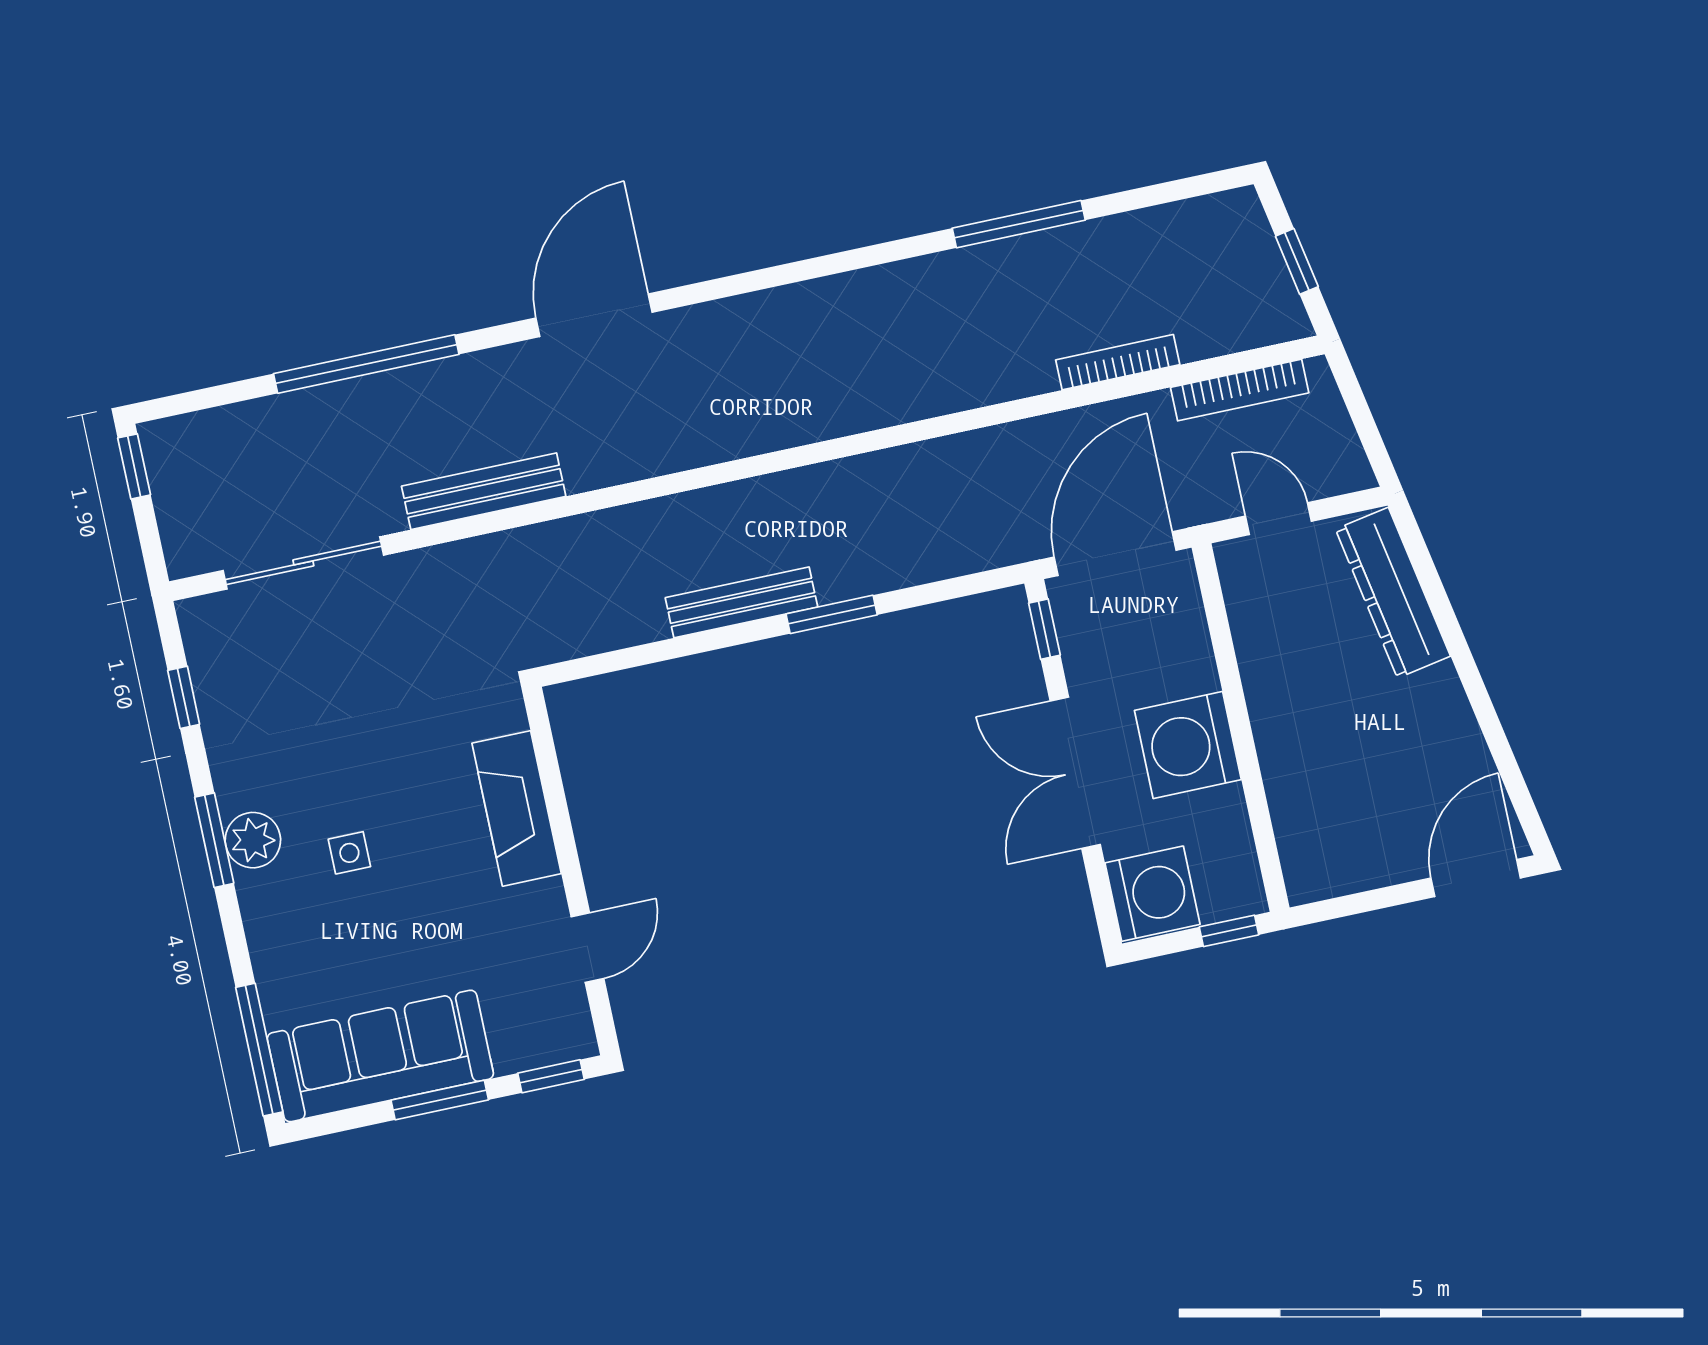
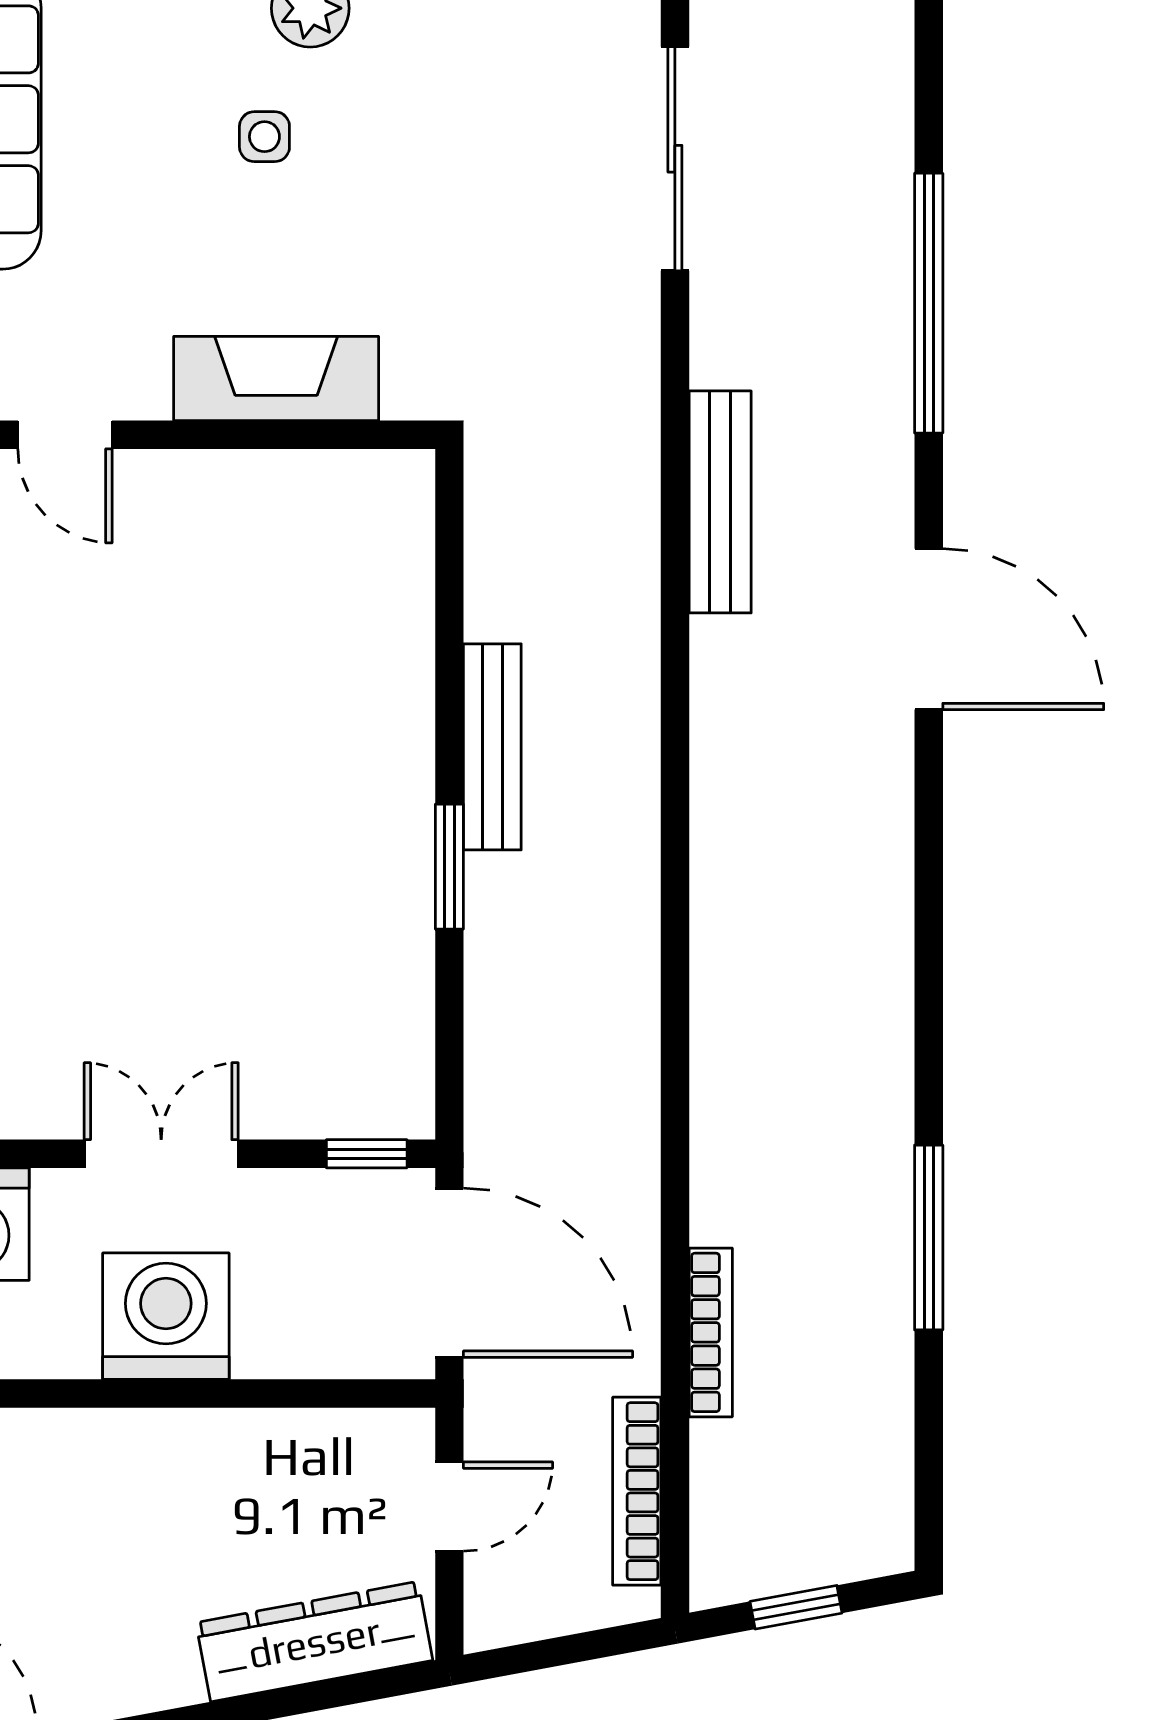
bench: (484, 491) -> (720, 502), moved
double door: (1075, 773) -> (161, 1154), width x0.73

